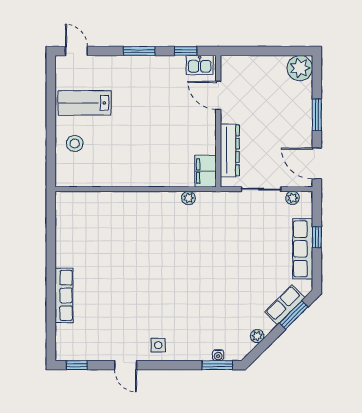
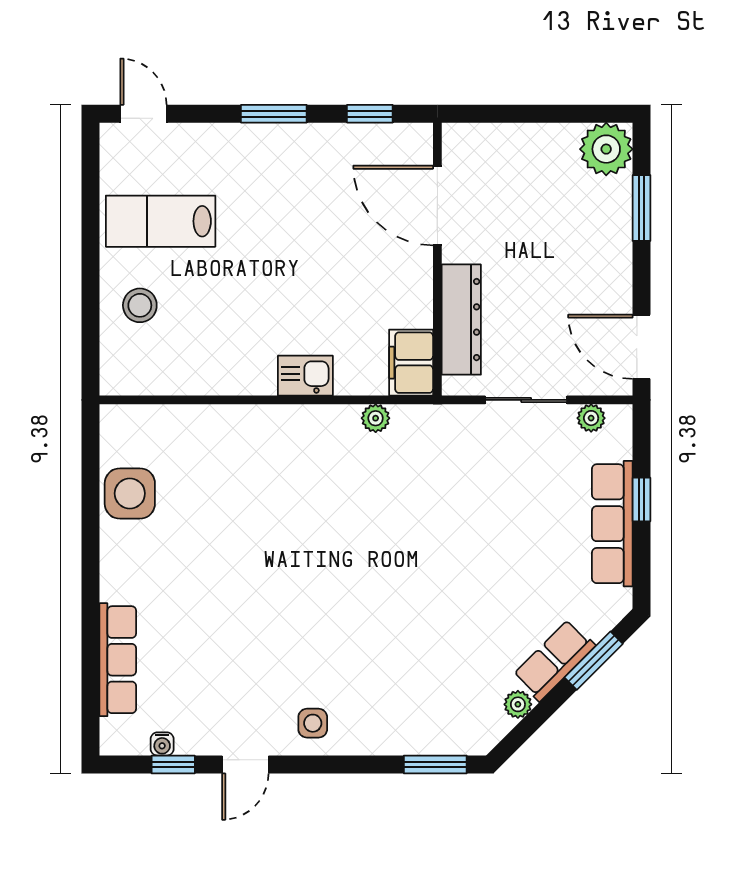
kitchen sink: (200, 65) -> (305, 376), moved, turned 180
door: (218, 95) -> (437, 206), width x1.36
window: (317, 115) -> (642, 208), moved
side table: (70, 234) -> (130, 493), added
row of seats: (64, 295) -> (118, 660), moved
row of seats: (285, 305) -> (554, 660), moved
water cooler: (218, 355) -> (162, 744), moved
window: (77, 365) -> (173, 764), moved
door: (126, 365) -> (245, 764), hinge flipped

